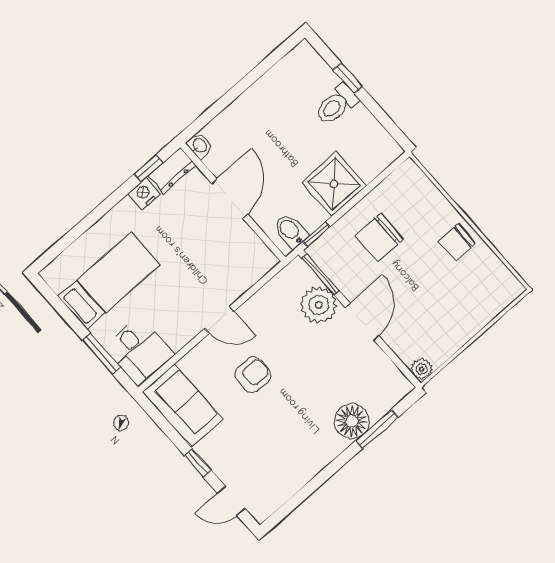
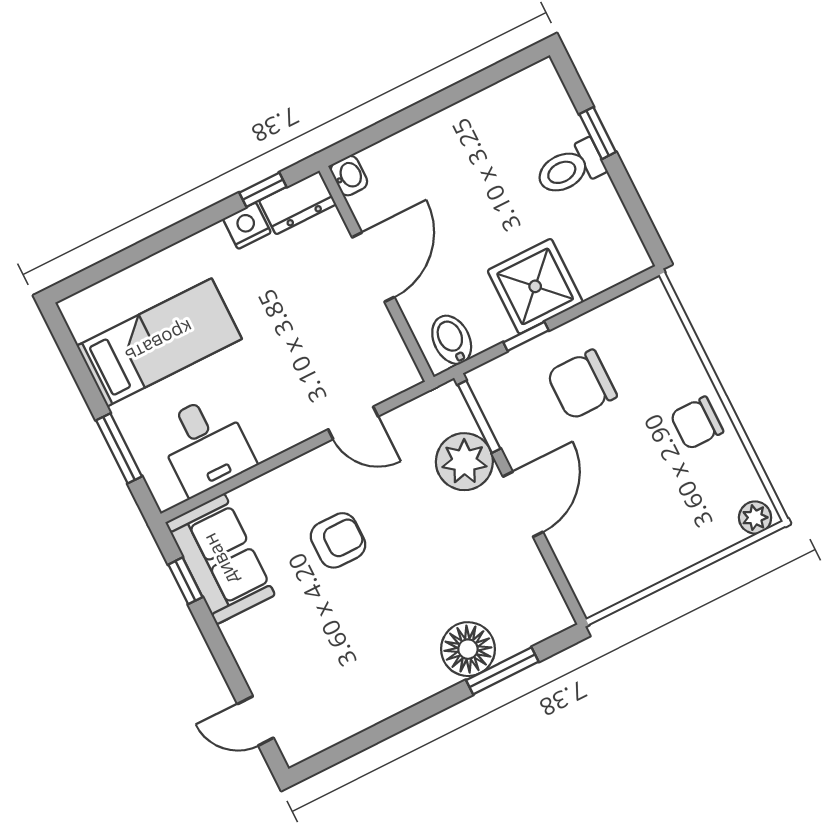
window: (316, 234) -> (526, 336), moved
door: (219, 320) -> (353, 423), moved
desk: (139, 351) -> (205, 445), moved
plant: (422, 369) -> (755, 517), moved
window: (198, 463) -> (185, 581), moved

